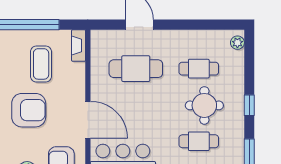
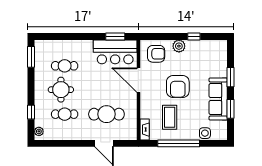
window: (249, 105) -> (31, 112), moved
armchair: (29, 110) -> (178, 87), turned -90

